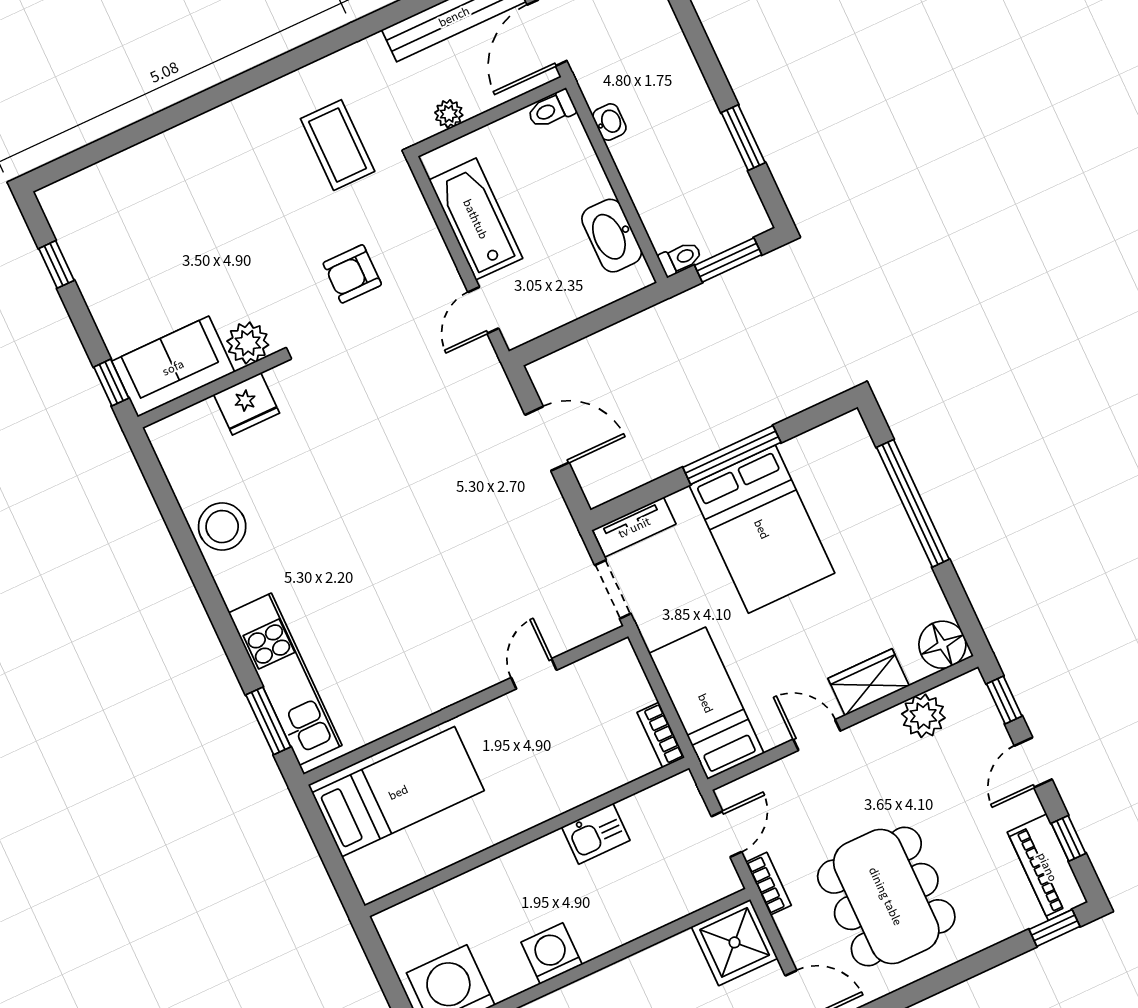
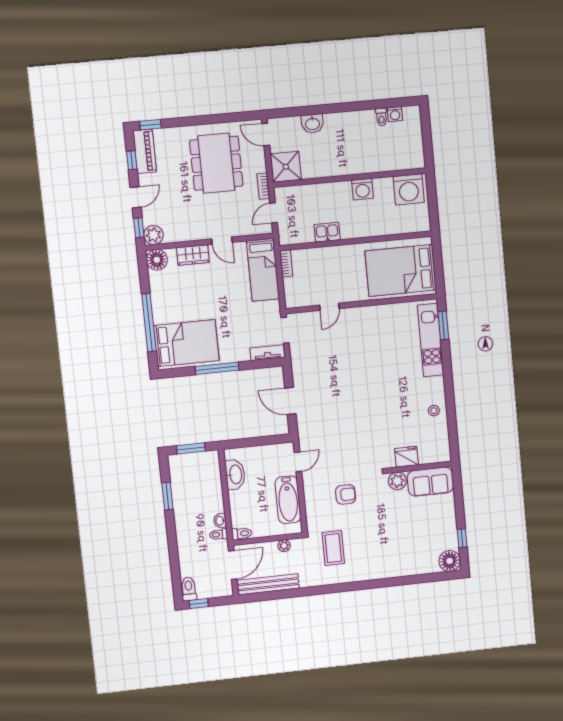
floor lamp: (66, 204) -> (450, 561), added
toilet: (680, 258) -> (218, 535), moved
window: (111, 383) -> (457, 484), removed
stool: (222, 527) -> (434, 411), width x0.53, depth x0.53
bed: (762, 529) -> (186, 343), moved, turned 90
plant: (923, 716) -> (153, 235), moved
bed: (398, 792) -> (401, 270), width x1.50

